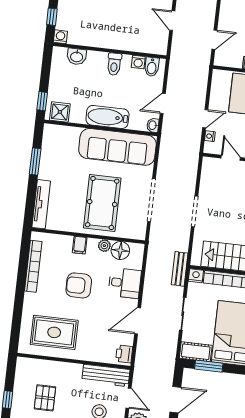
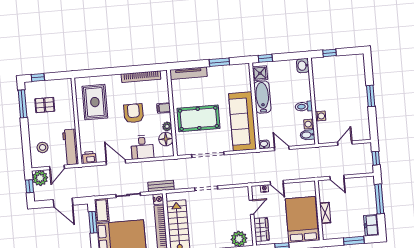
washing machine: (60, 37) -> (321, 116), moved
washbasin: (77, 56) -> (303, 66), moved
bathtub: (107, 117) -> (262, 97), moved

